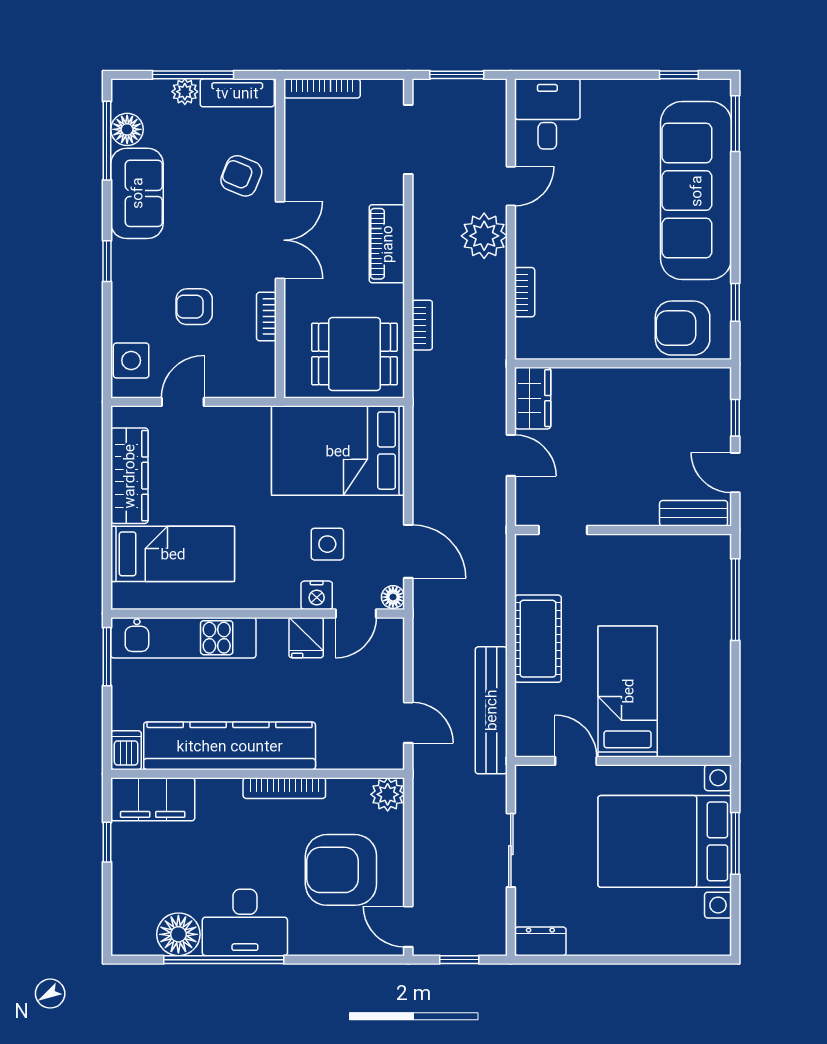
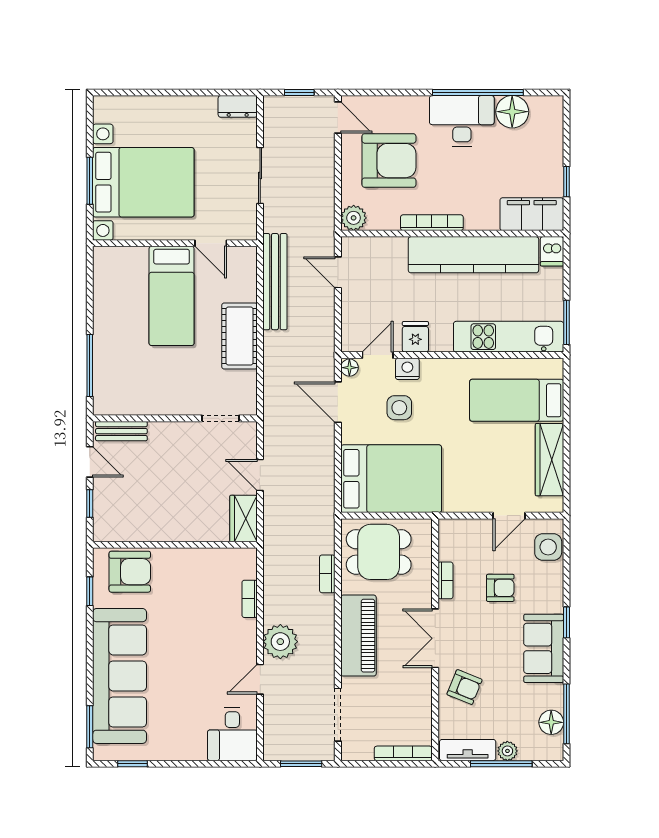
sofa: (137, 193) -> (544, 648), moved
piano: (387, 244) -> (358, 636), width x1.37, depth x1.33

